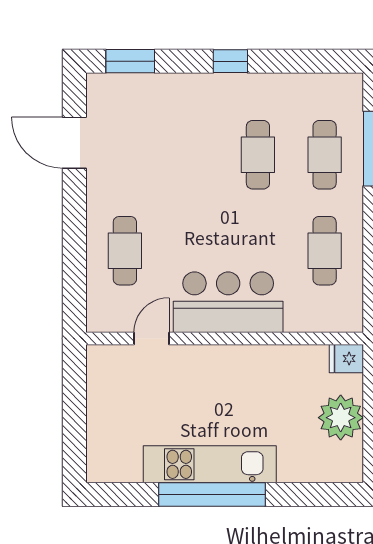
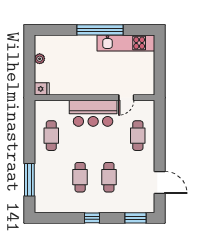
cafe table: (325, 155) -> (109, 177), moved
plant: (341, 418) -> (40, 59), width x0.53, depth x0.53
kitchen unit: (210, 464) -> (126, 43), moved

